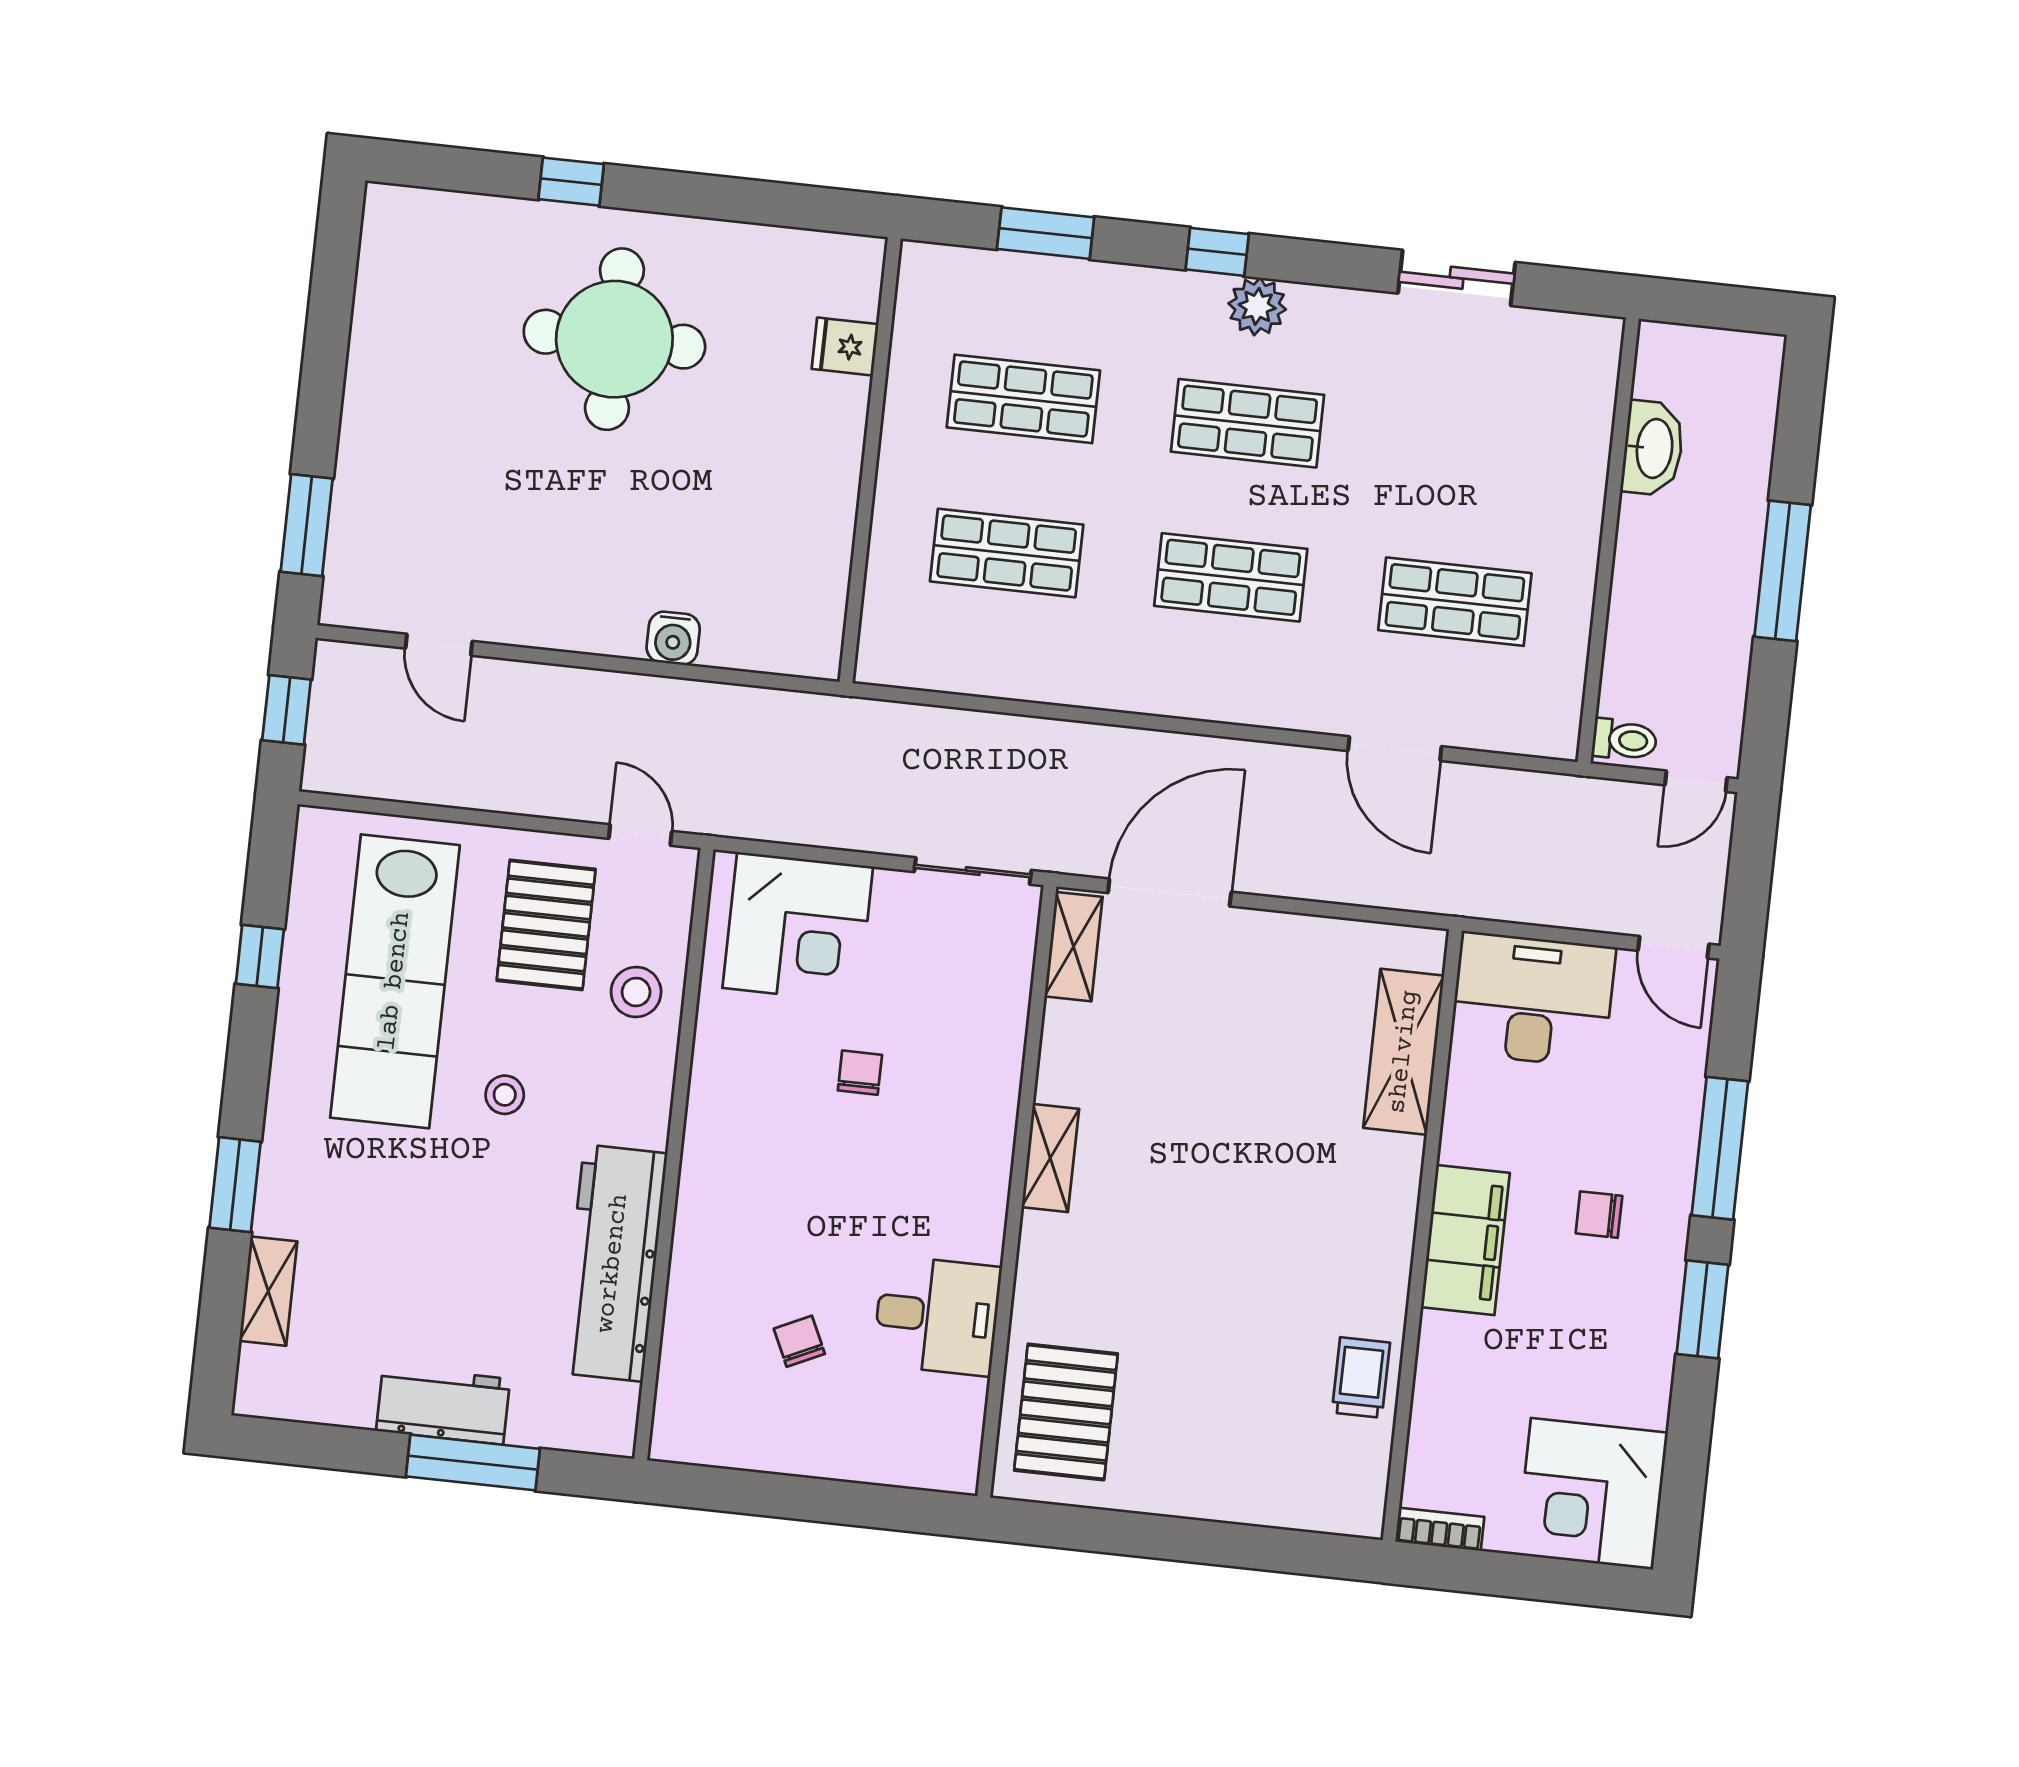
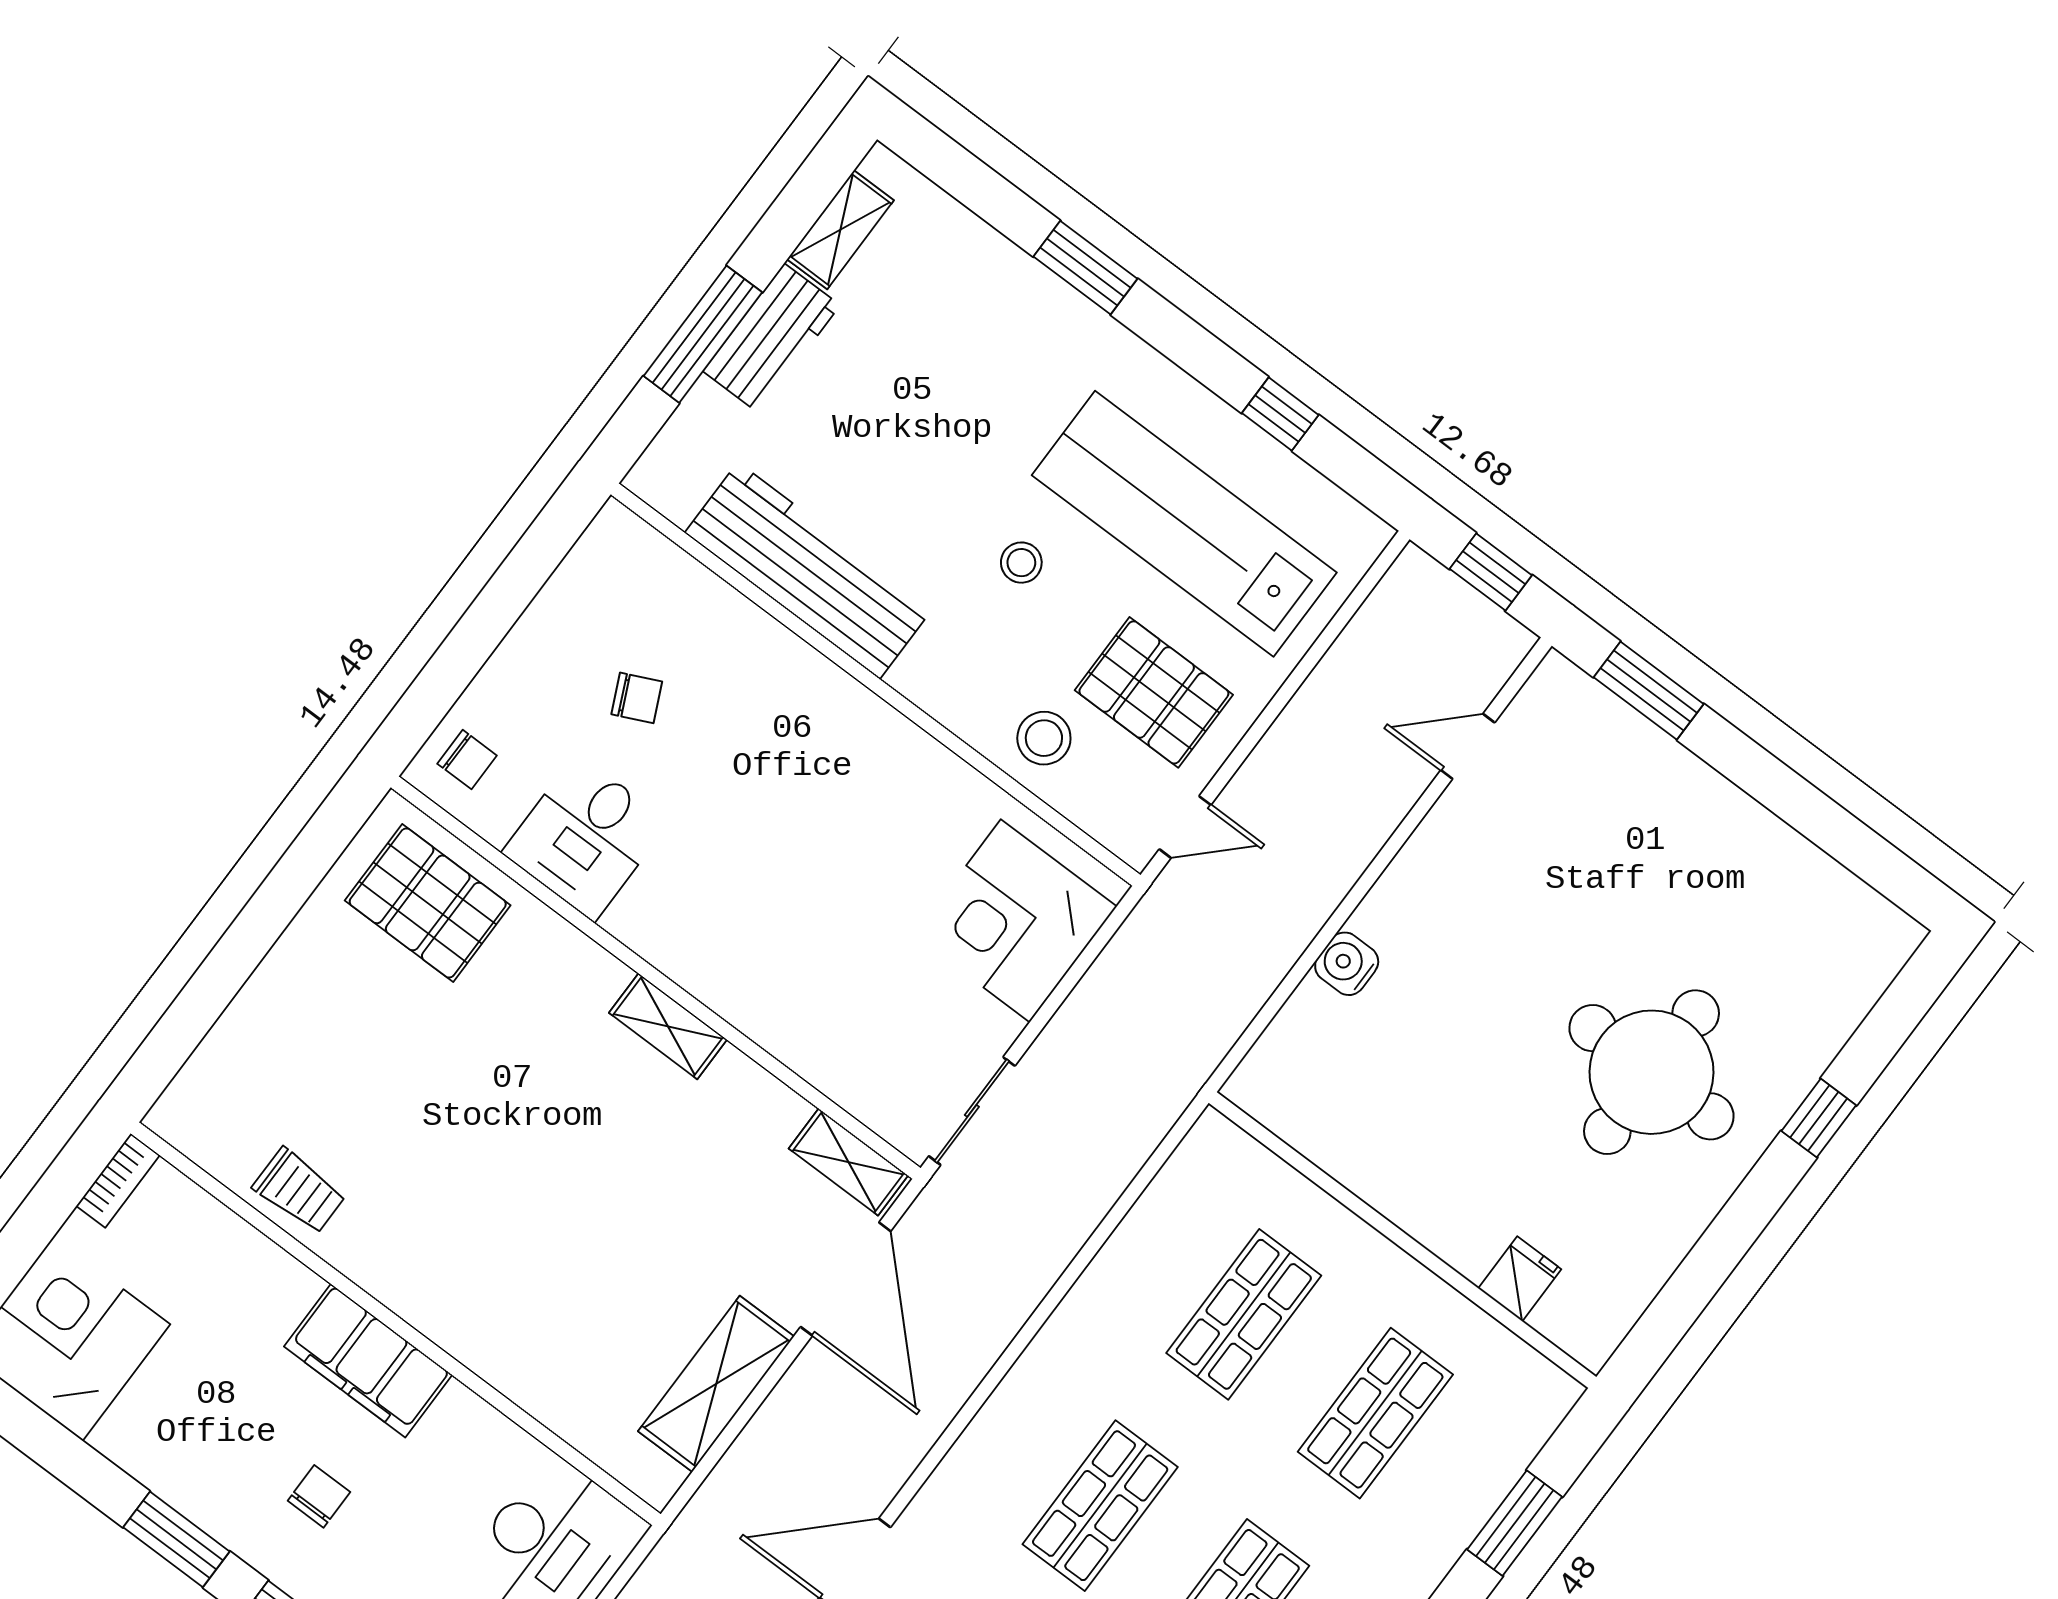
shelving: (1404, 1052) -> (716, 1384), moved, turned 90
chair: (860, 1073) -> (467, 760), moved
shelving: (268, 1291) -> (840, 230), moved, turned 90

